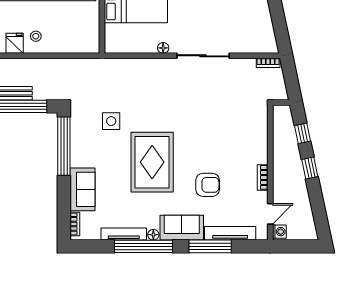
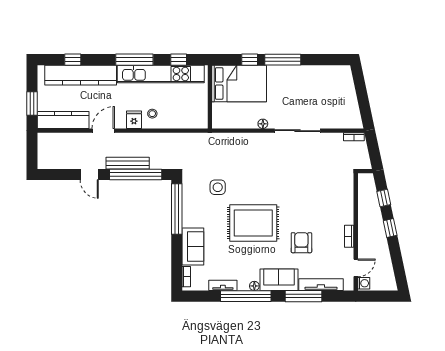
rug: (152, 162) -> (253, 223), turned 90
armchair: (208, 185) -> (301, 243), turned -90
tv unit: (124, 234) -> (223, 285), width x0.71

